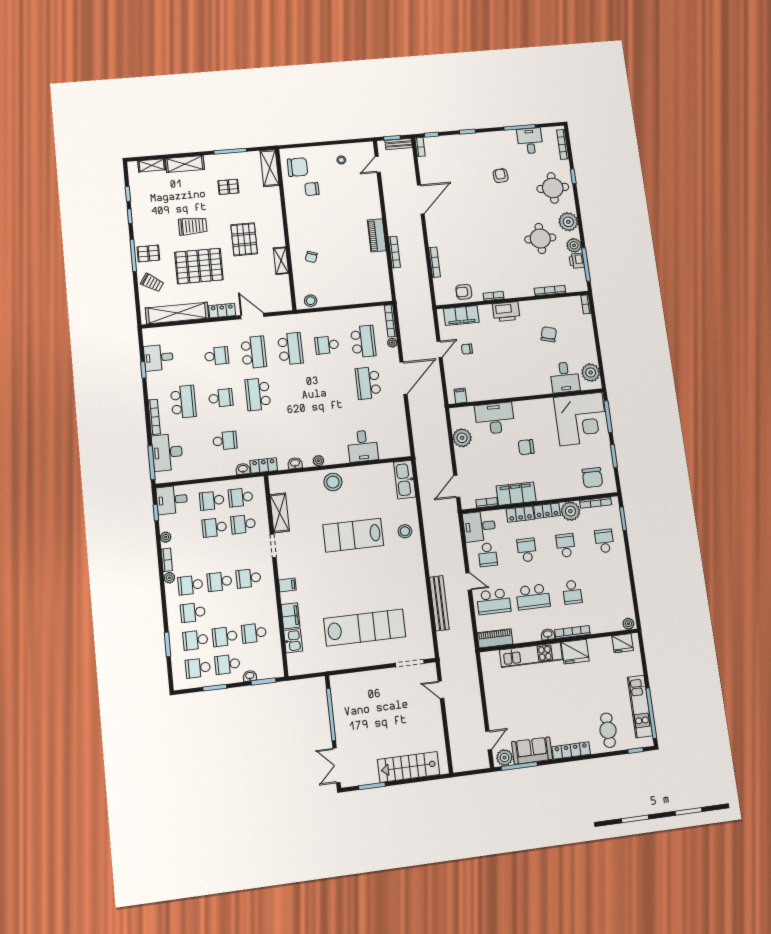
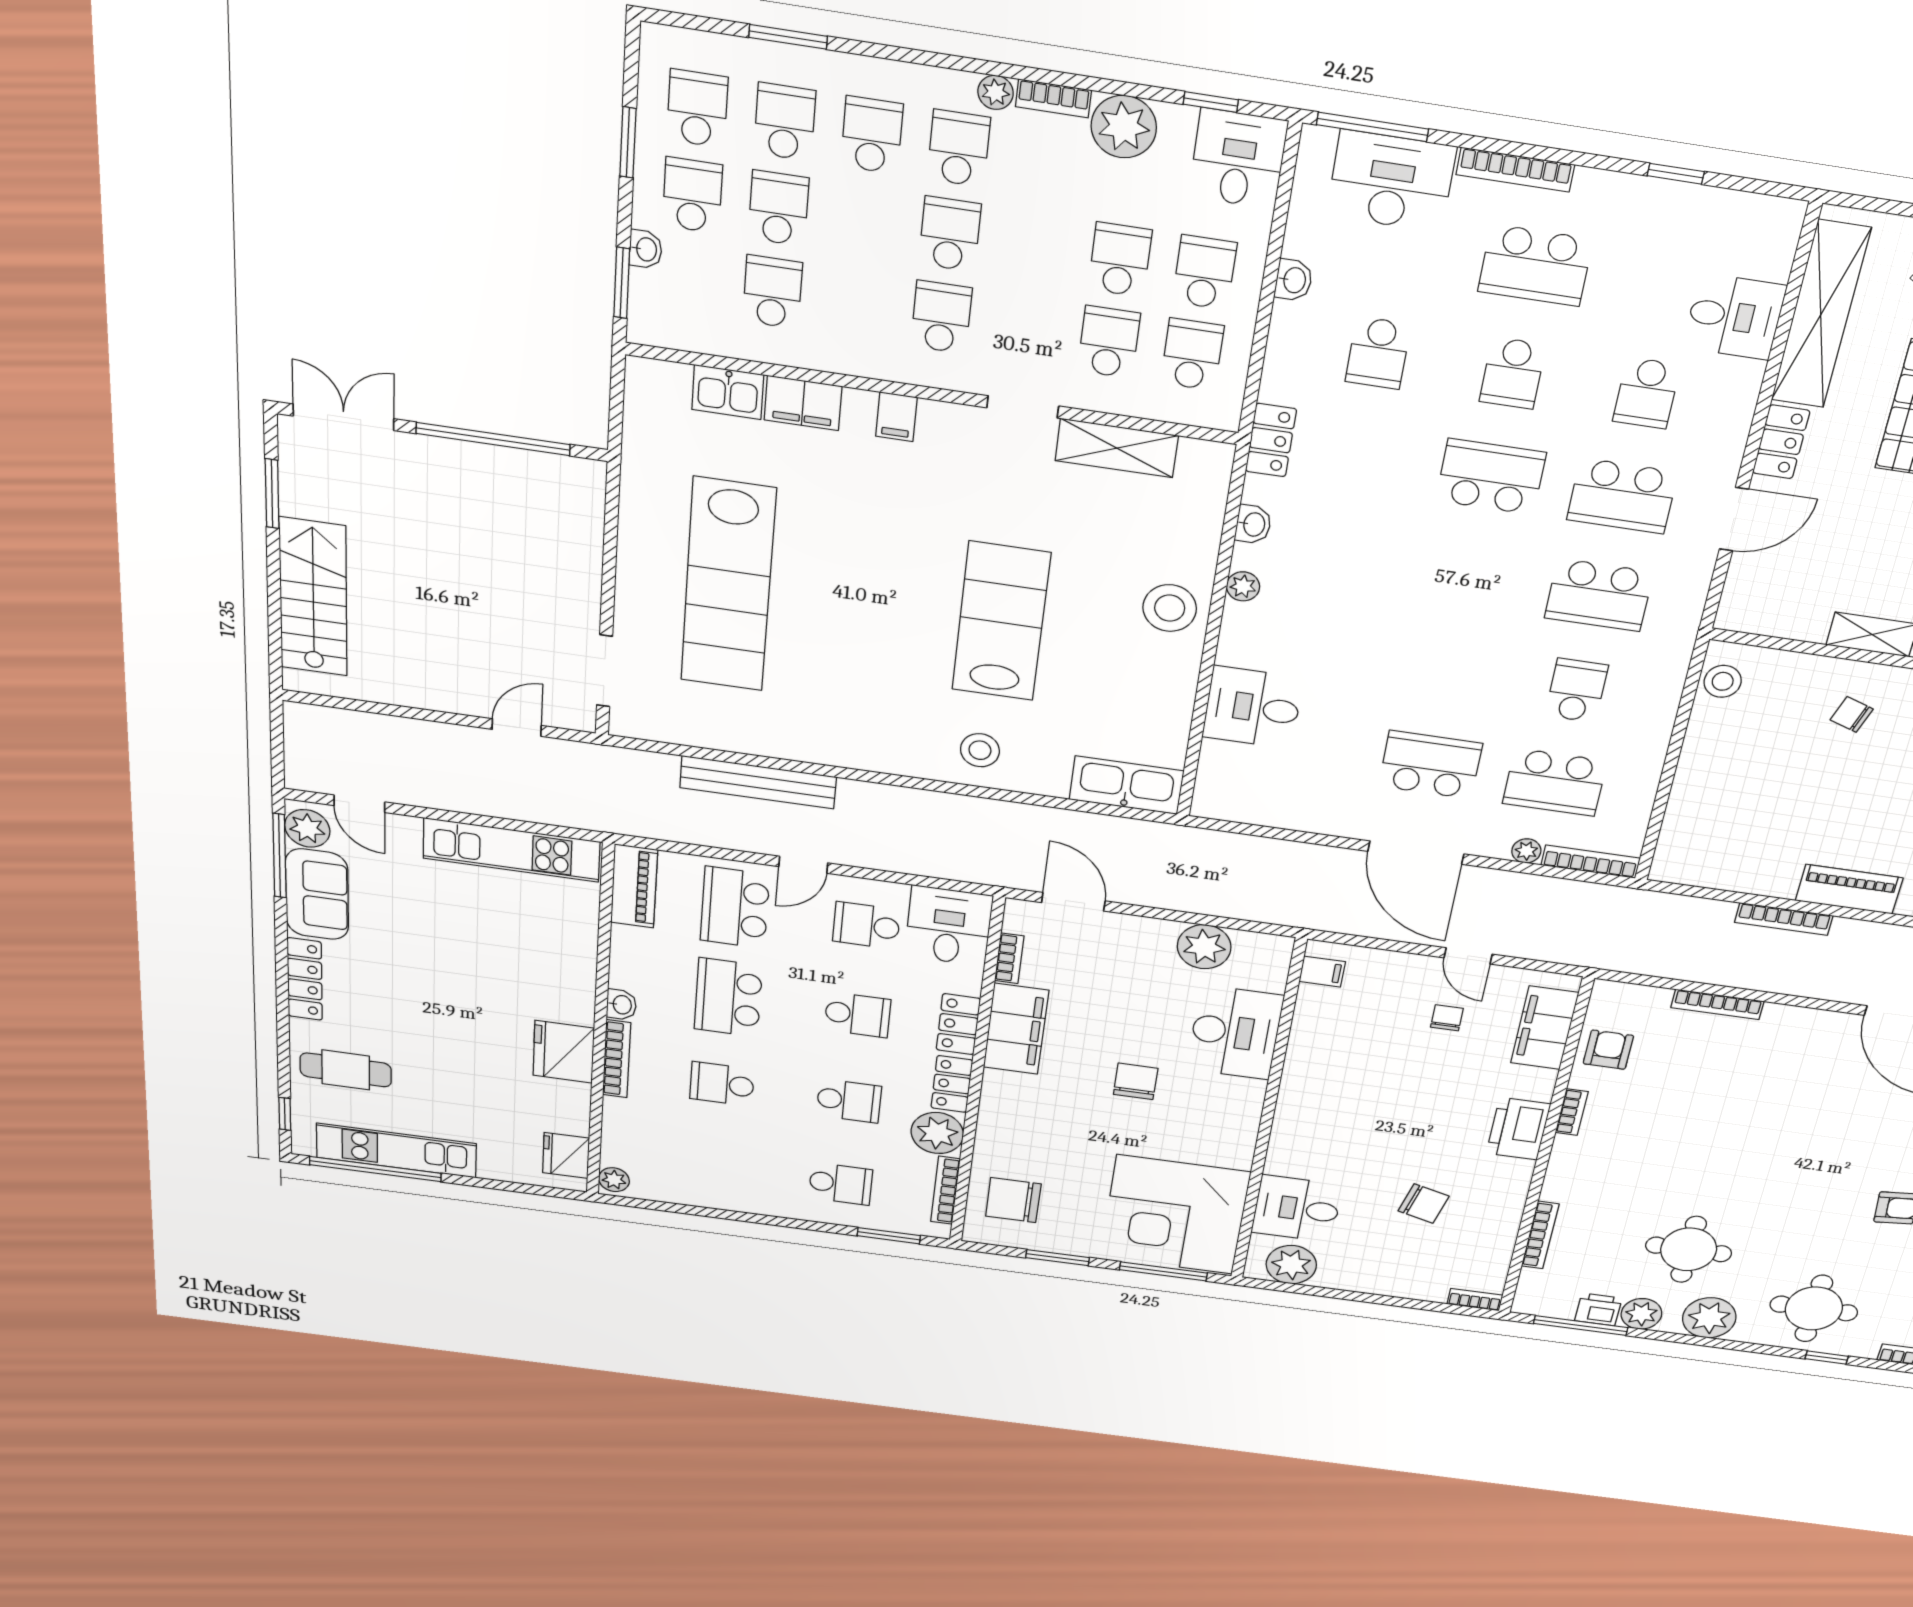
desk: (158, 358) -> (1735, 317), moved, turned 90
washbasin: (243, 469) -> (1294, 280), moved
plant: (166, 537) -> (1124, 127), width x1.88, depth x1.88
kitchen unit: (531, 655) -> (512, 850), moved, turned -90

